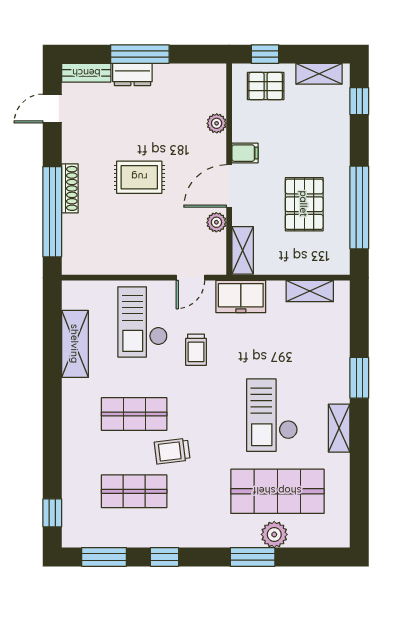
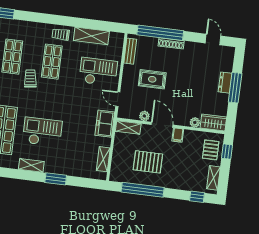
bench: (86, 73) -> (130, 51), moved
wardrobe: (212, 88) -> (213, 123), added
rug: (139, 177) -> (152, 79), moved, turned 90
trolley: (196, 350) -> (61, 34), moved

